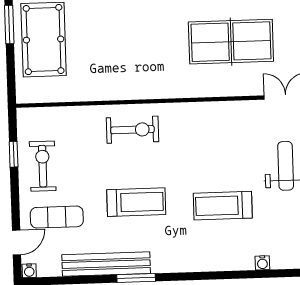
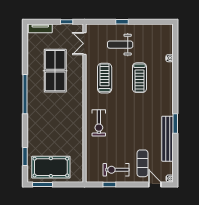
exercise bike: (132, 130) -> (99, 123), turned 180
treadmill: (136, 202) -> (105, 78), moved

